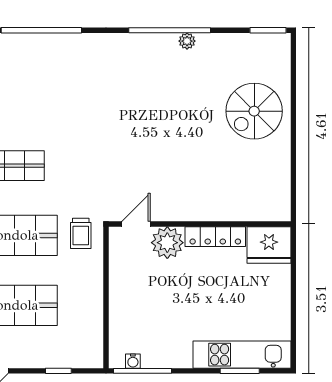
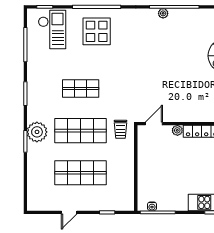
plant: (187, 41) -> (163, 13), moved
display table: (41, 71) -> (97, 31), added
plant: (167, 243) -> (177, 130), width x0.53, depth x0.53

